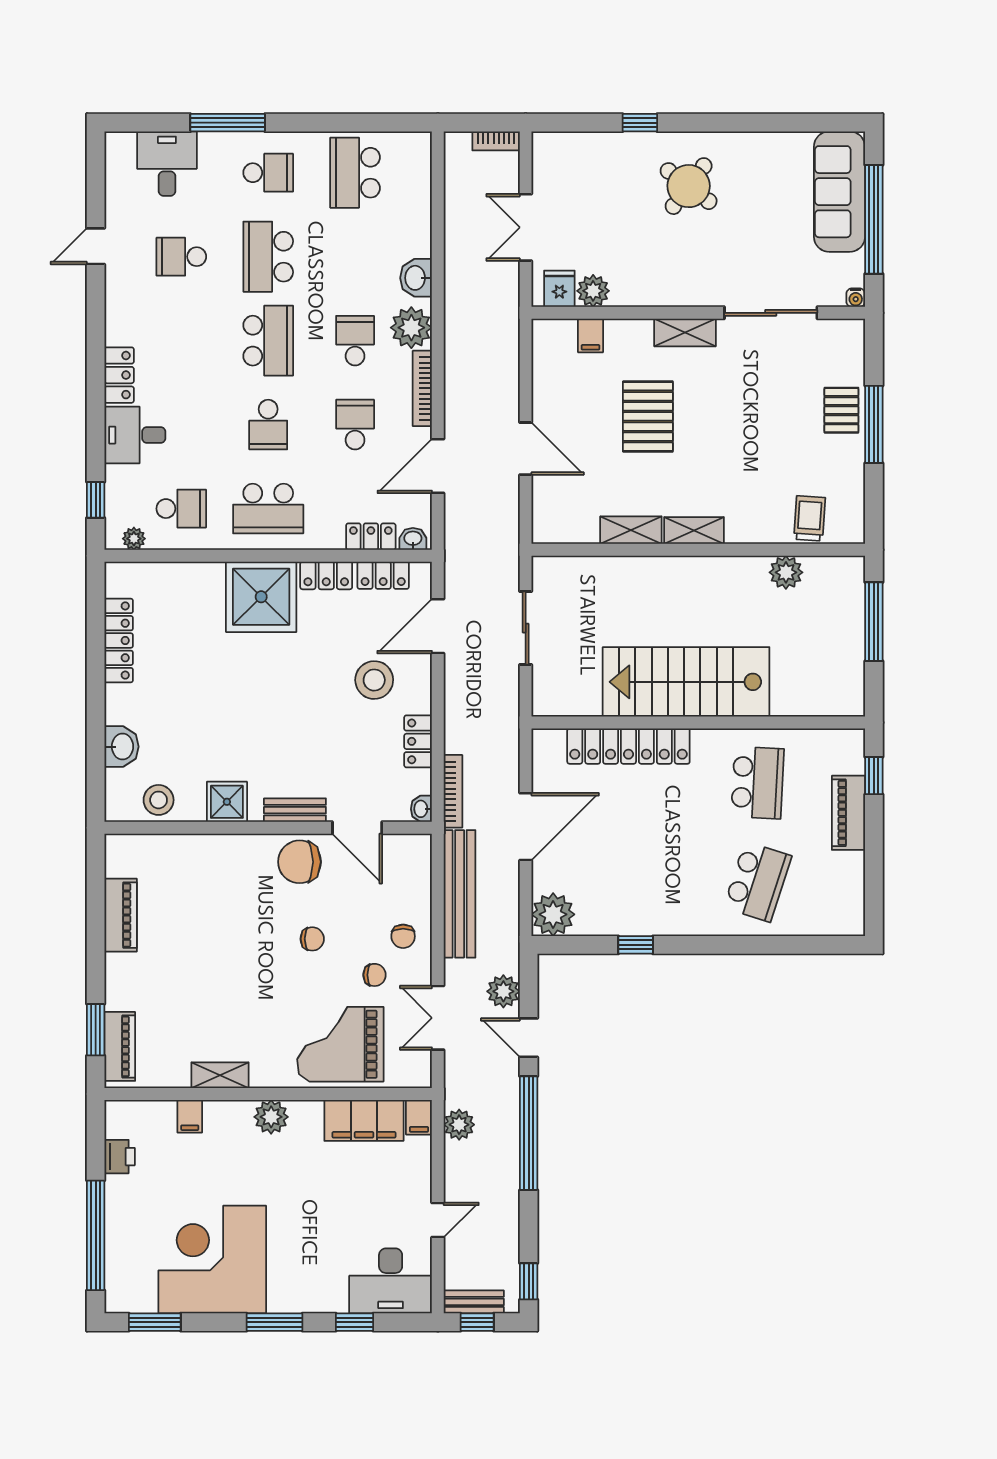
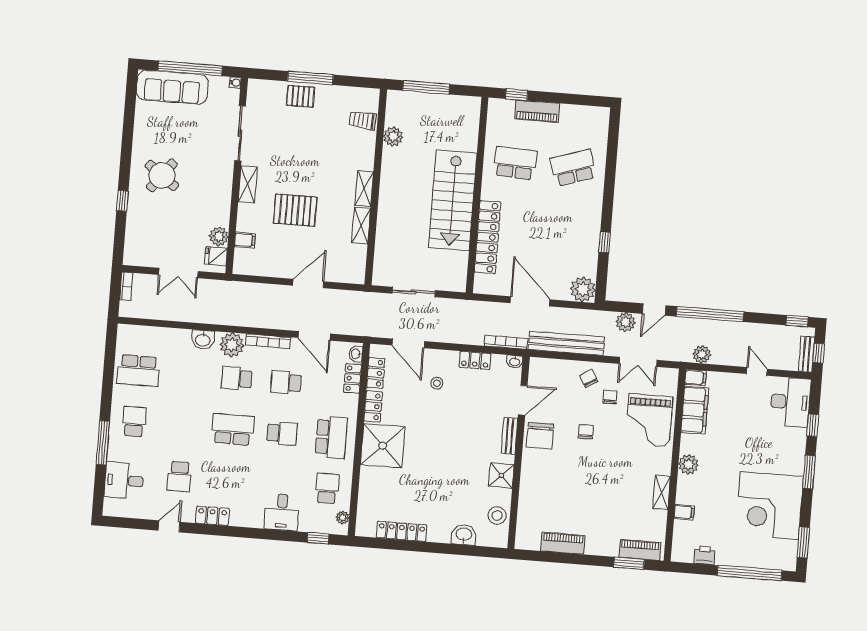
door: (96, 246) -> (169, 526), swing flipped
school desk: (268, 257) -> (183, 425), removed
locker: (119, 375) -> (212, 516), moved
stool: (374, 680) -> (437, 383), width x0.53, depth x0.53
school desk: (758, 882) -> (573, 168), turned -36
chair: (403, 936) -> (589, 378), turned -120

